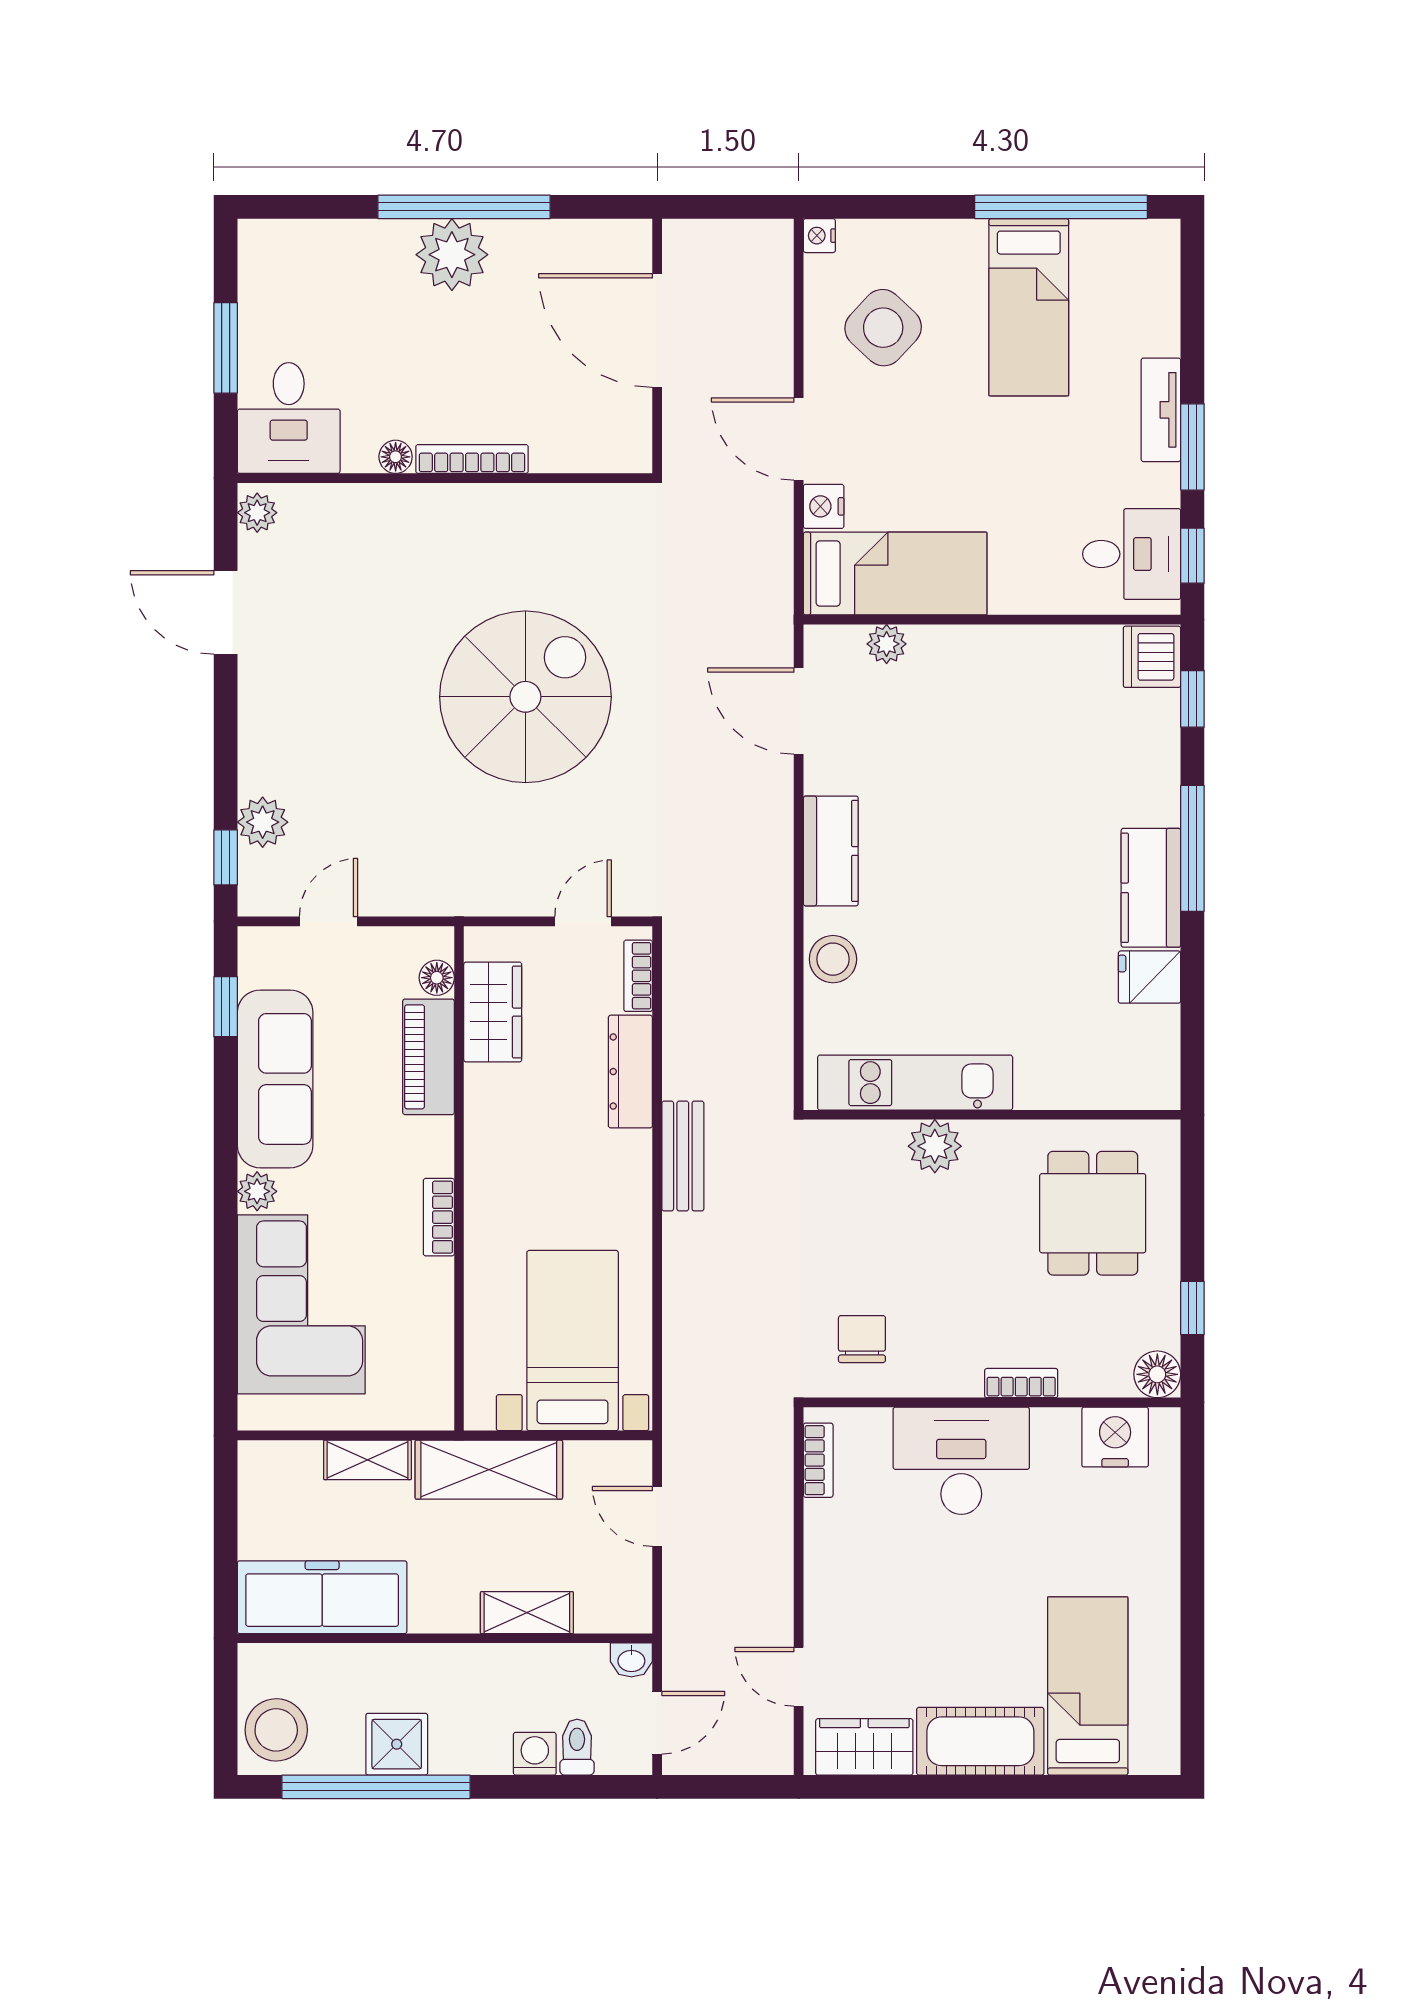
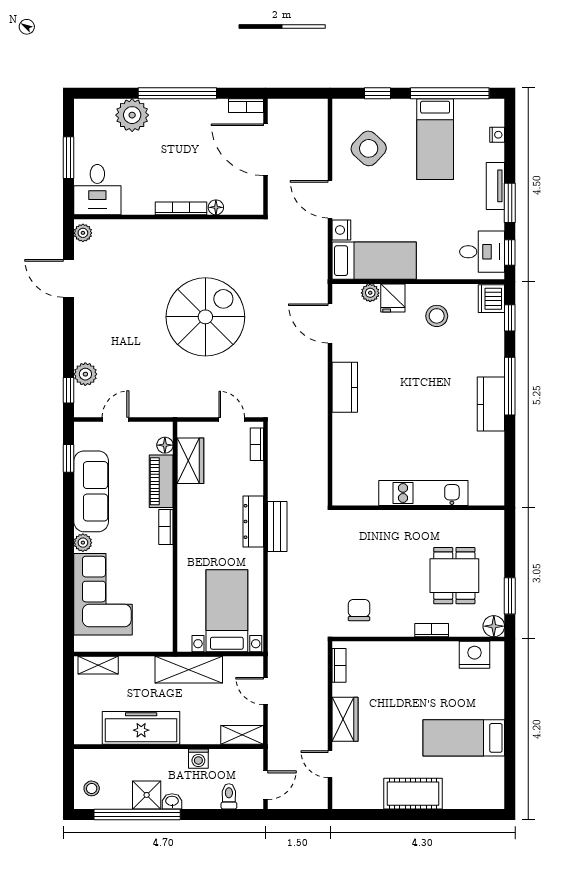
window: (903, 207) -> (378, 93), added
bookcase: (614, 234) -> (246, 106), added
nightstand: (819, 236) -> (497, 135), moved, turned 180
plant: (452, 255) -> (132, 115), moved
floor lamp: (396, 457) -> (216, 207), moved
door: (583, 921) -> (232, 419), hinge flipped
stool: (833, 959) -> (437, 316), moved
fridge: (1149, 977) -> (393, 298), moved, turned -90
dresser: (630, 1072) -> (253, 521), moved
kitchen unit: (915, 1083) -> (423, 493), moved
plant: (935, 1146) -> (392, 522), removed
dining table: (1093, 1213) -> (454, 576), moved
bookcase: (439, 1217) -> (166, 527), moved
window: (1192, 1308) -> (510, 596), width x1.50
shelving: (367, 1460) -> (98, 665), moved
desk: (961, 1461) -> (404, 666), removed
freezer: (322, 1597) -> (141, 728), moved
shelving: (527, 1613) -> (242, 735), moved
washbasin: (631, 1660) -> (172, 801), moved, turned 180
bed: (1088, 1686) -> (464, 738), moved, turned -90
stool: (276, 1730) -> (92, 788), width x0.53, depth x0.53
wardrobe: (864, 1747) -> (345, 719), moved, turned 90
washing machine: (535, 1754) -> (198, 759), moved, turned 180

